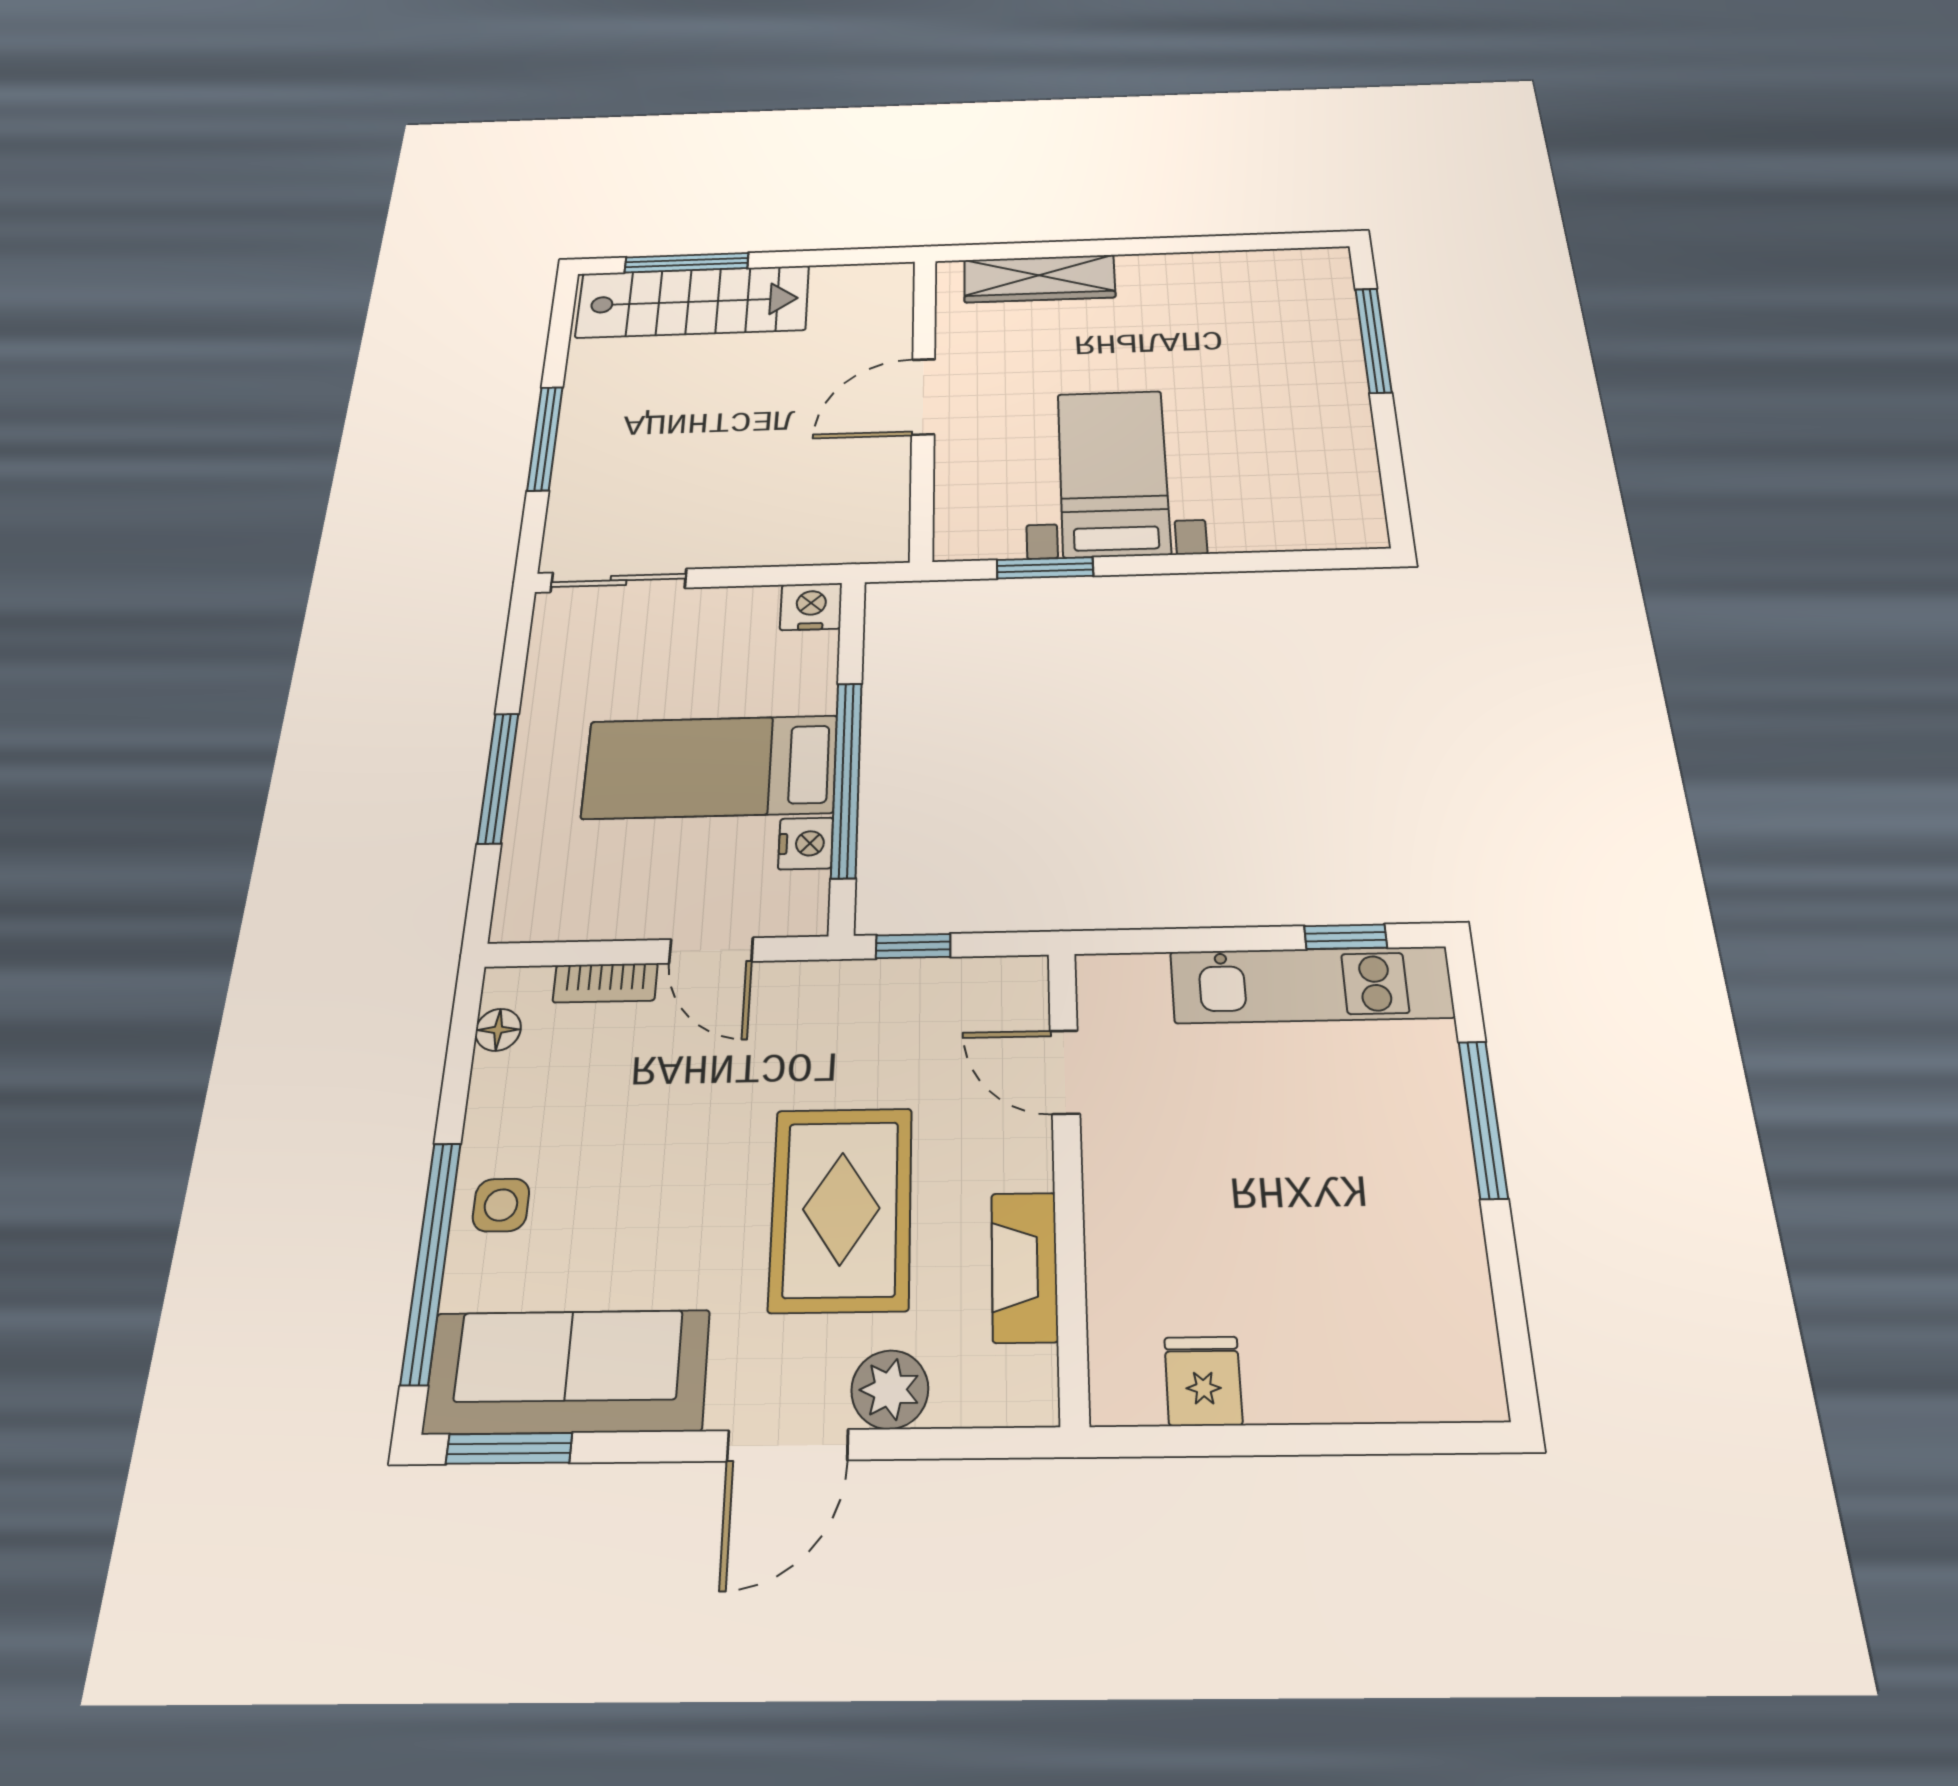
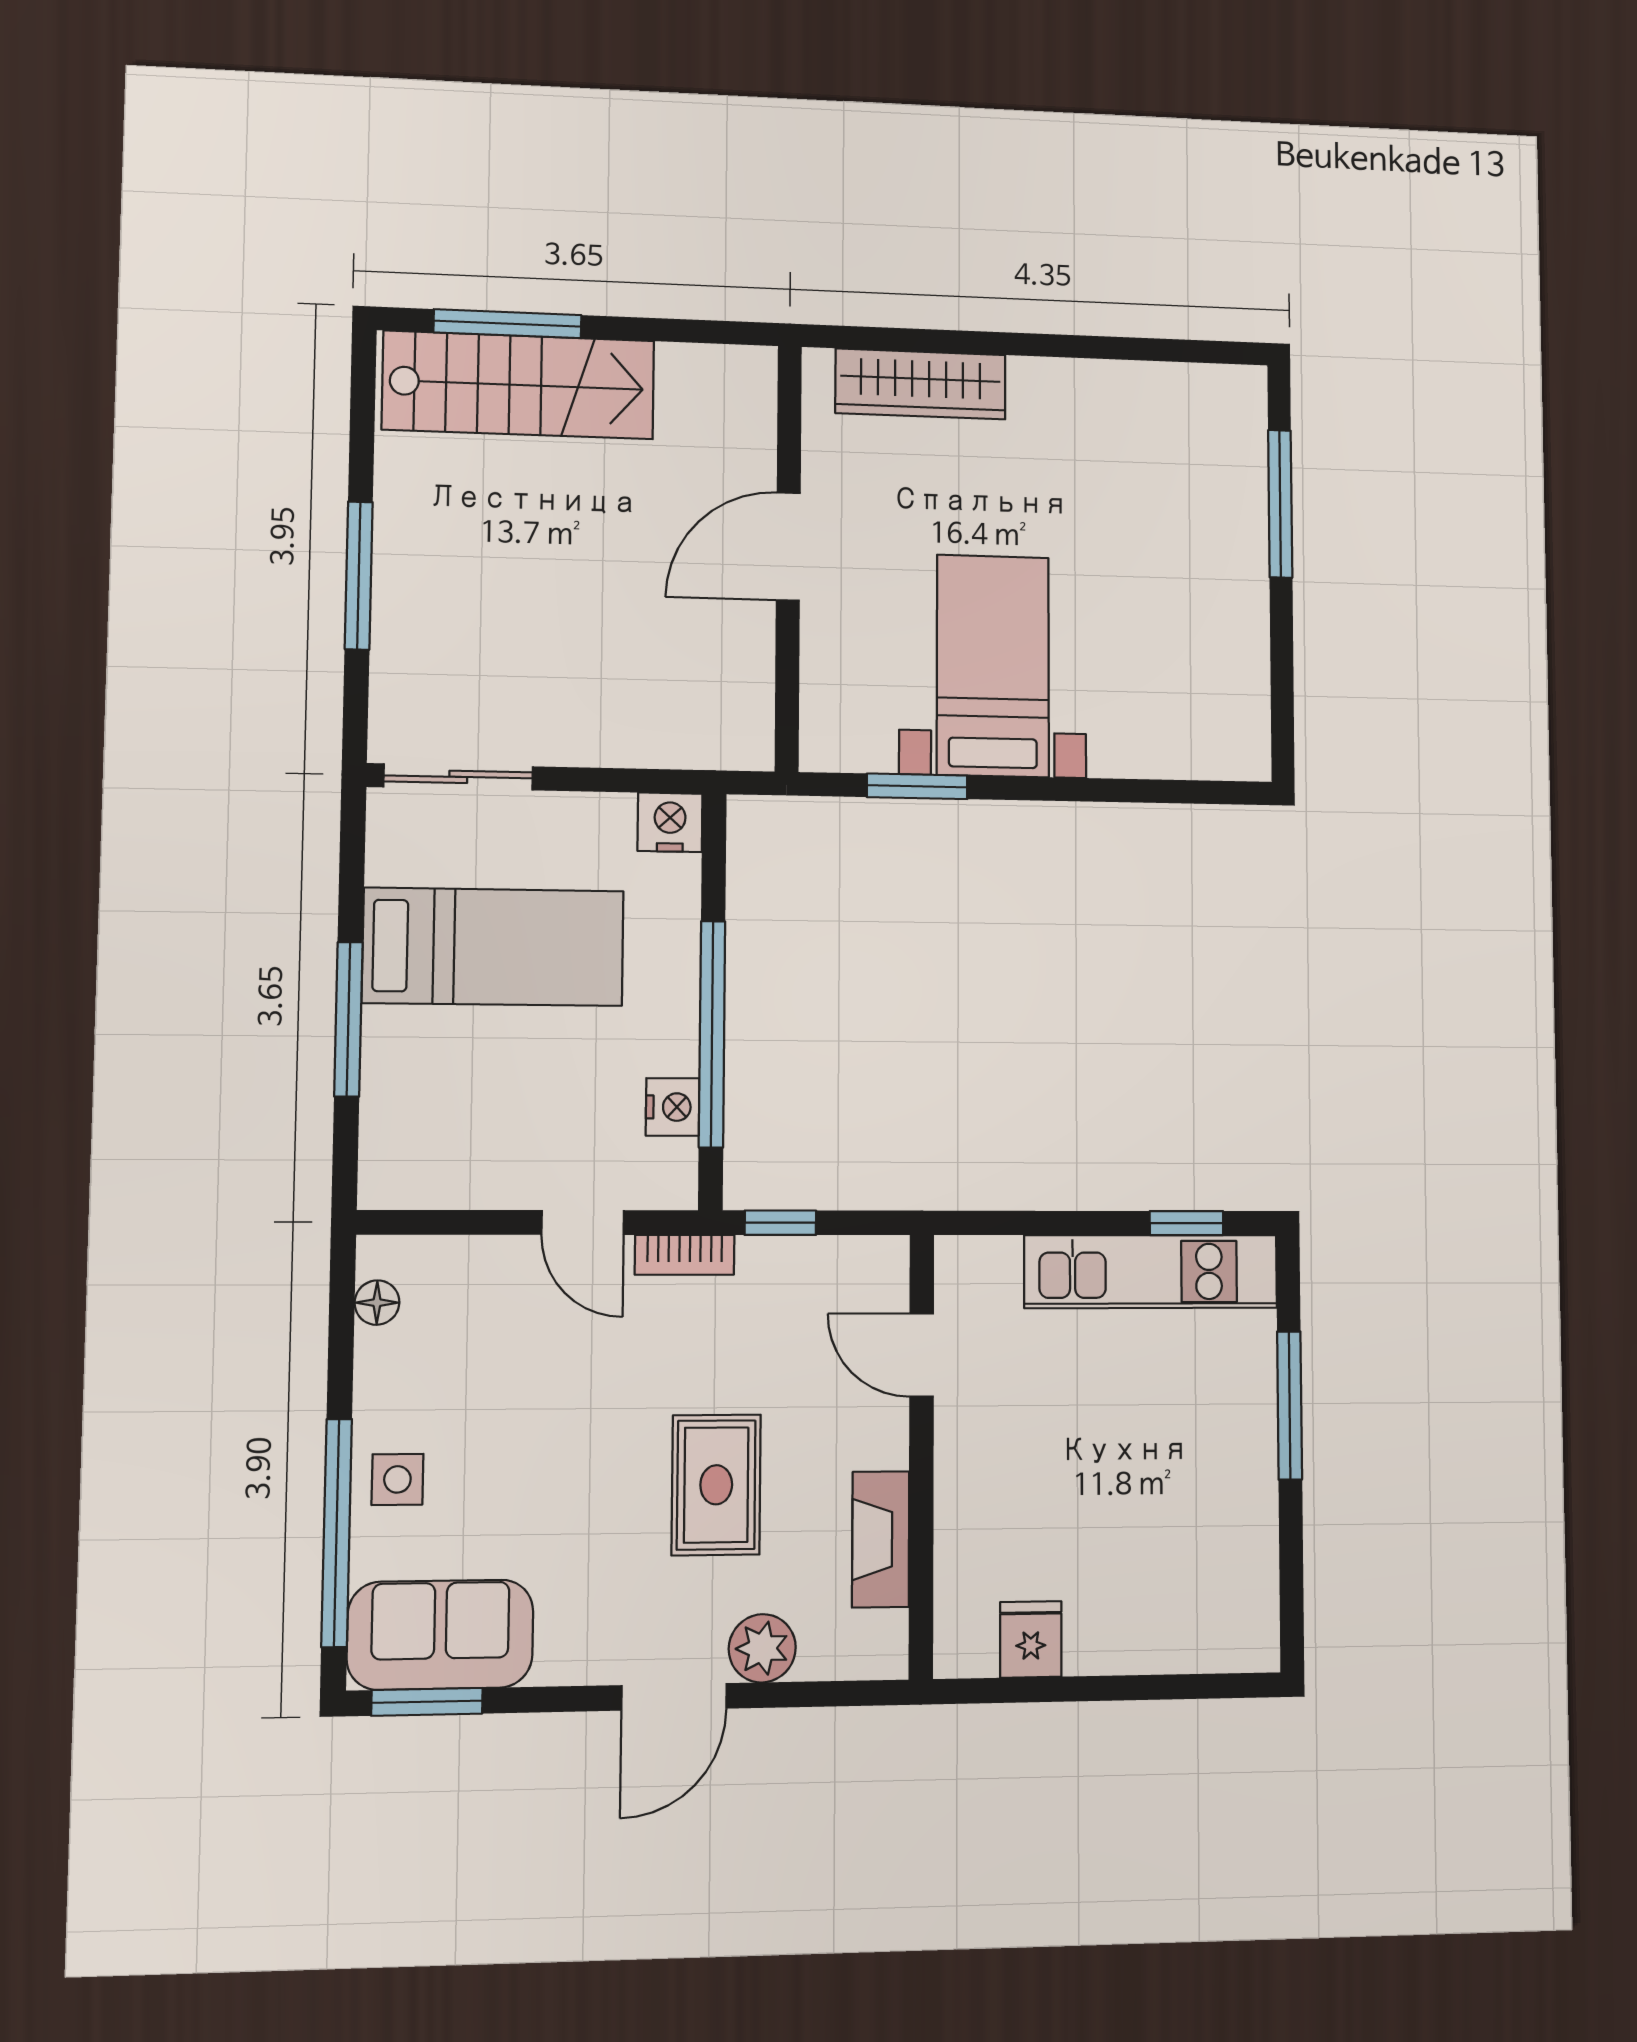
bed: (710, 767) -> (493, 947), moved, turned 180
bookcase: (605, 983) -> (685, 1255), moved
rug: (841, 1209) -> (716, 1485), width x0.73, depth x0.70
sofa: (567, 1372) -> (440, 1635), width x0.73

